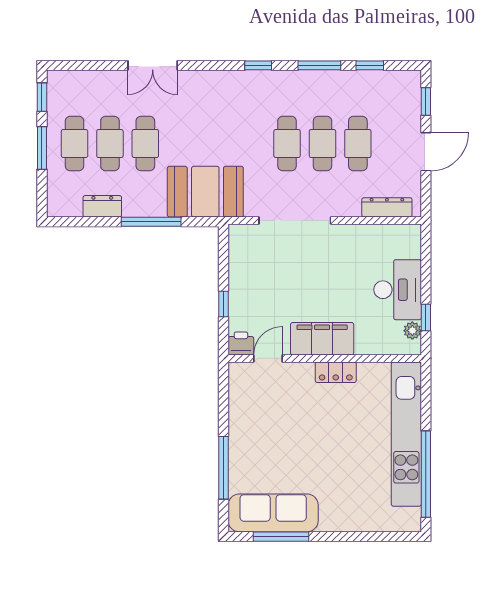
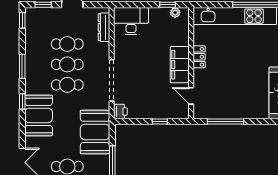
window: (370, 65) -> (22, 20), moved
booth: (234, 94) -> (39, 115), added
desk: (398, 290) -> (131, 21), moved
printer: (241, 343) -> (120, 111), moved, turned 180
window: (224, 468) -> (225, 121), moved

